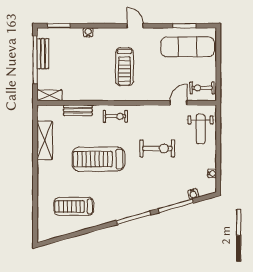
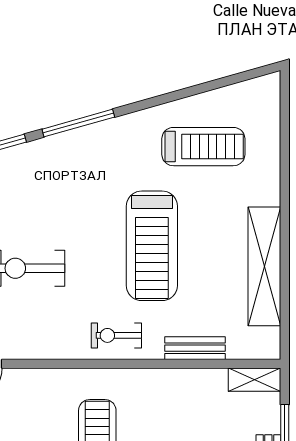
shelving: (45, 140) -> (264, 266), width x1.47
treadmill: (98, 159) -> (152, 246), turned 90

